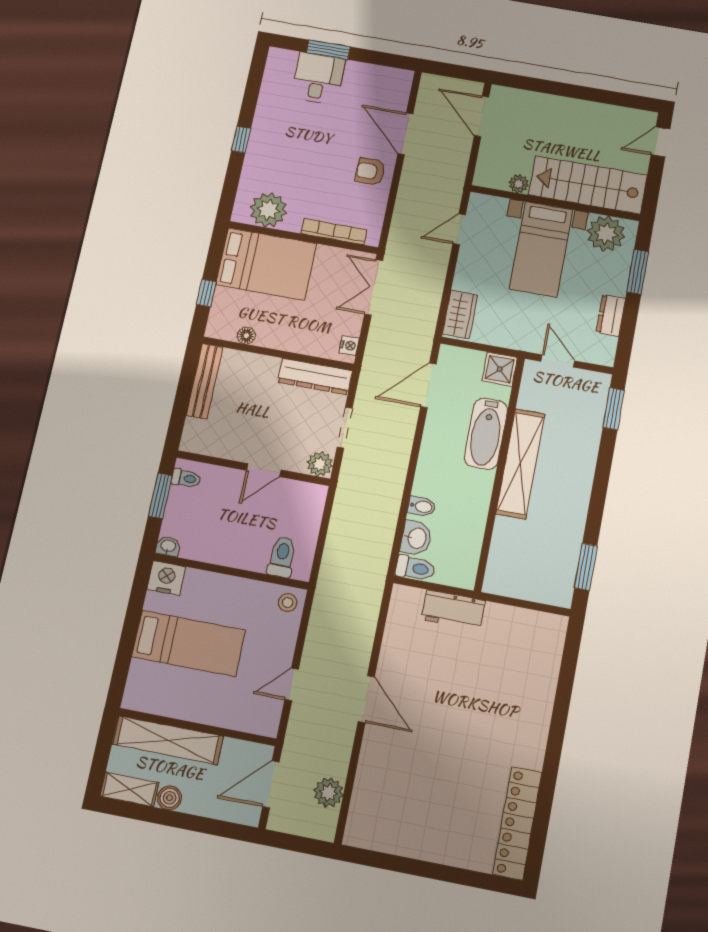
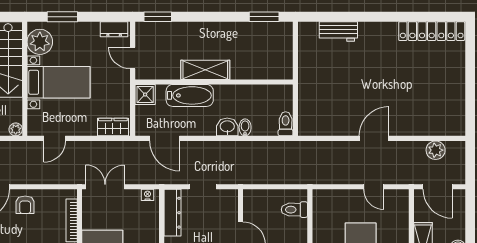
plant: (519, 184) -> (16, 129), moved
door: (459, 229) -> (55, 138), hinge flipped
double door: (374, 287) -> (105, 187), swing flipped
dresser: (611, 315) -> (114, 29), moved
door: (558, 361) -> (133, 58), hinge flipped
plant: (320, 464) -> (230, 198), removed
shelving: (520, 464) -> (205, 70), width x0.68
washbasin: (416, 538) -> (227, 127), moved
stool: (288, 603) -> (323, 200), removed
workbench: (453, 610) -> (338, 31), moved, turned 90

